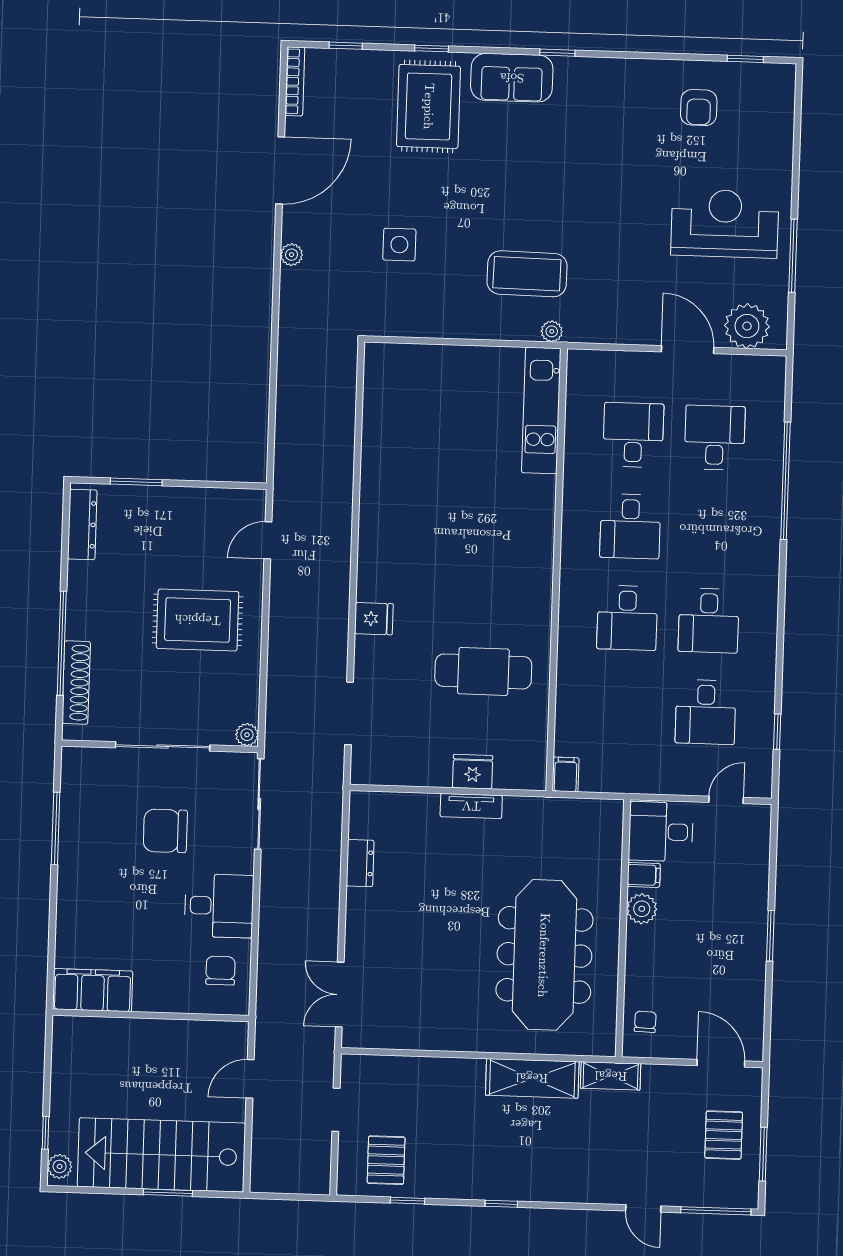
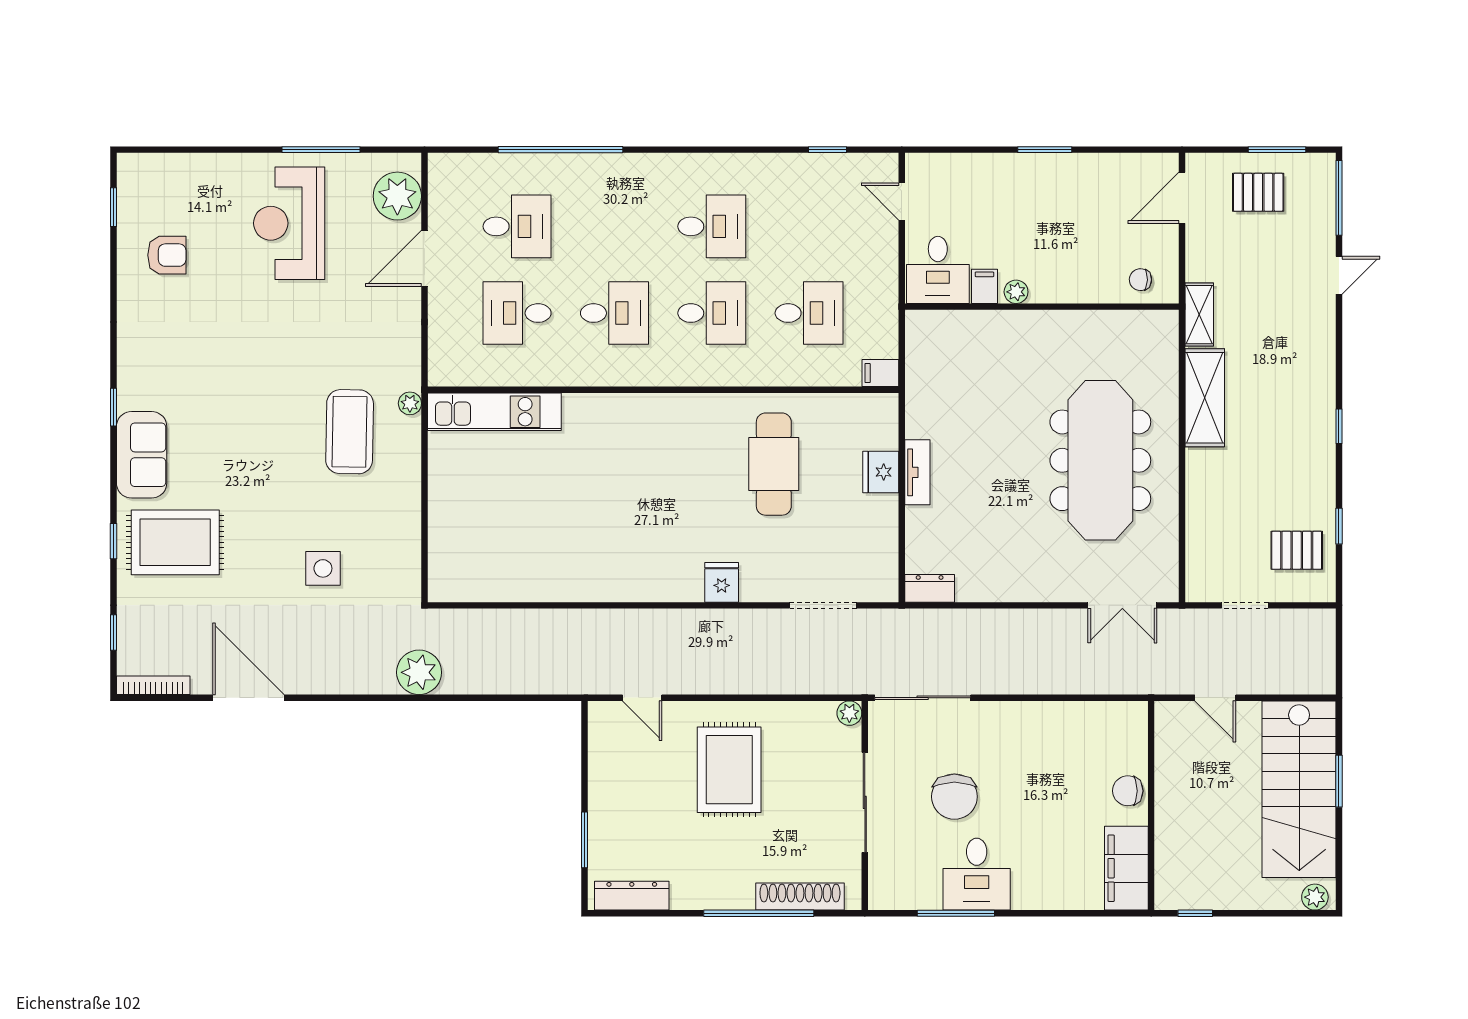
plant: (291, 255) -> (419, 672), moved, width x1.88, depth x1.88
desk: (715, 438) -> (517, 226), turned 180
desk: (706, 712) -> (809, 313), moved
dresser: (360, 863) -> (930, 588), moved
desk: (219, 906) -> (977, 874), moved, turned 180
plant: (642, 909) -> (1016, 292), width x0.73, depth x0.73
meeting table: (544, 955) -> (1100, 460), moved, turned 90
chair: (220, 971) -> (1128, 791), moved
window: (45, 1133) -> (1195, 913), moved

